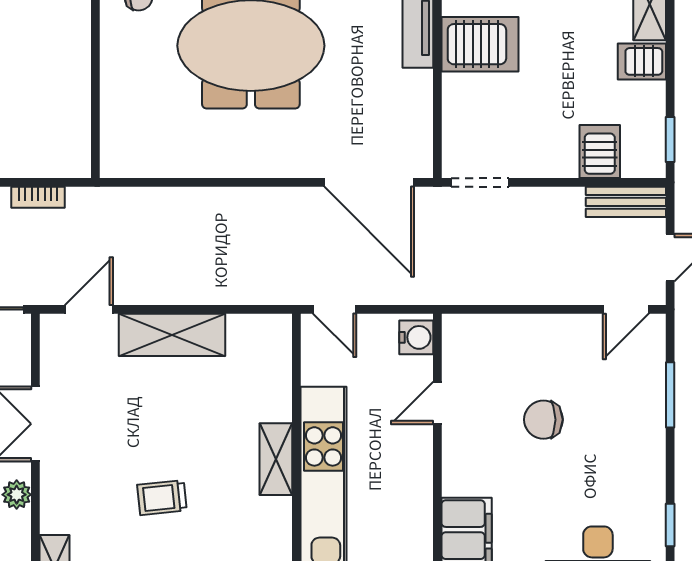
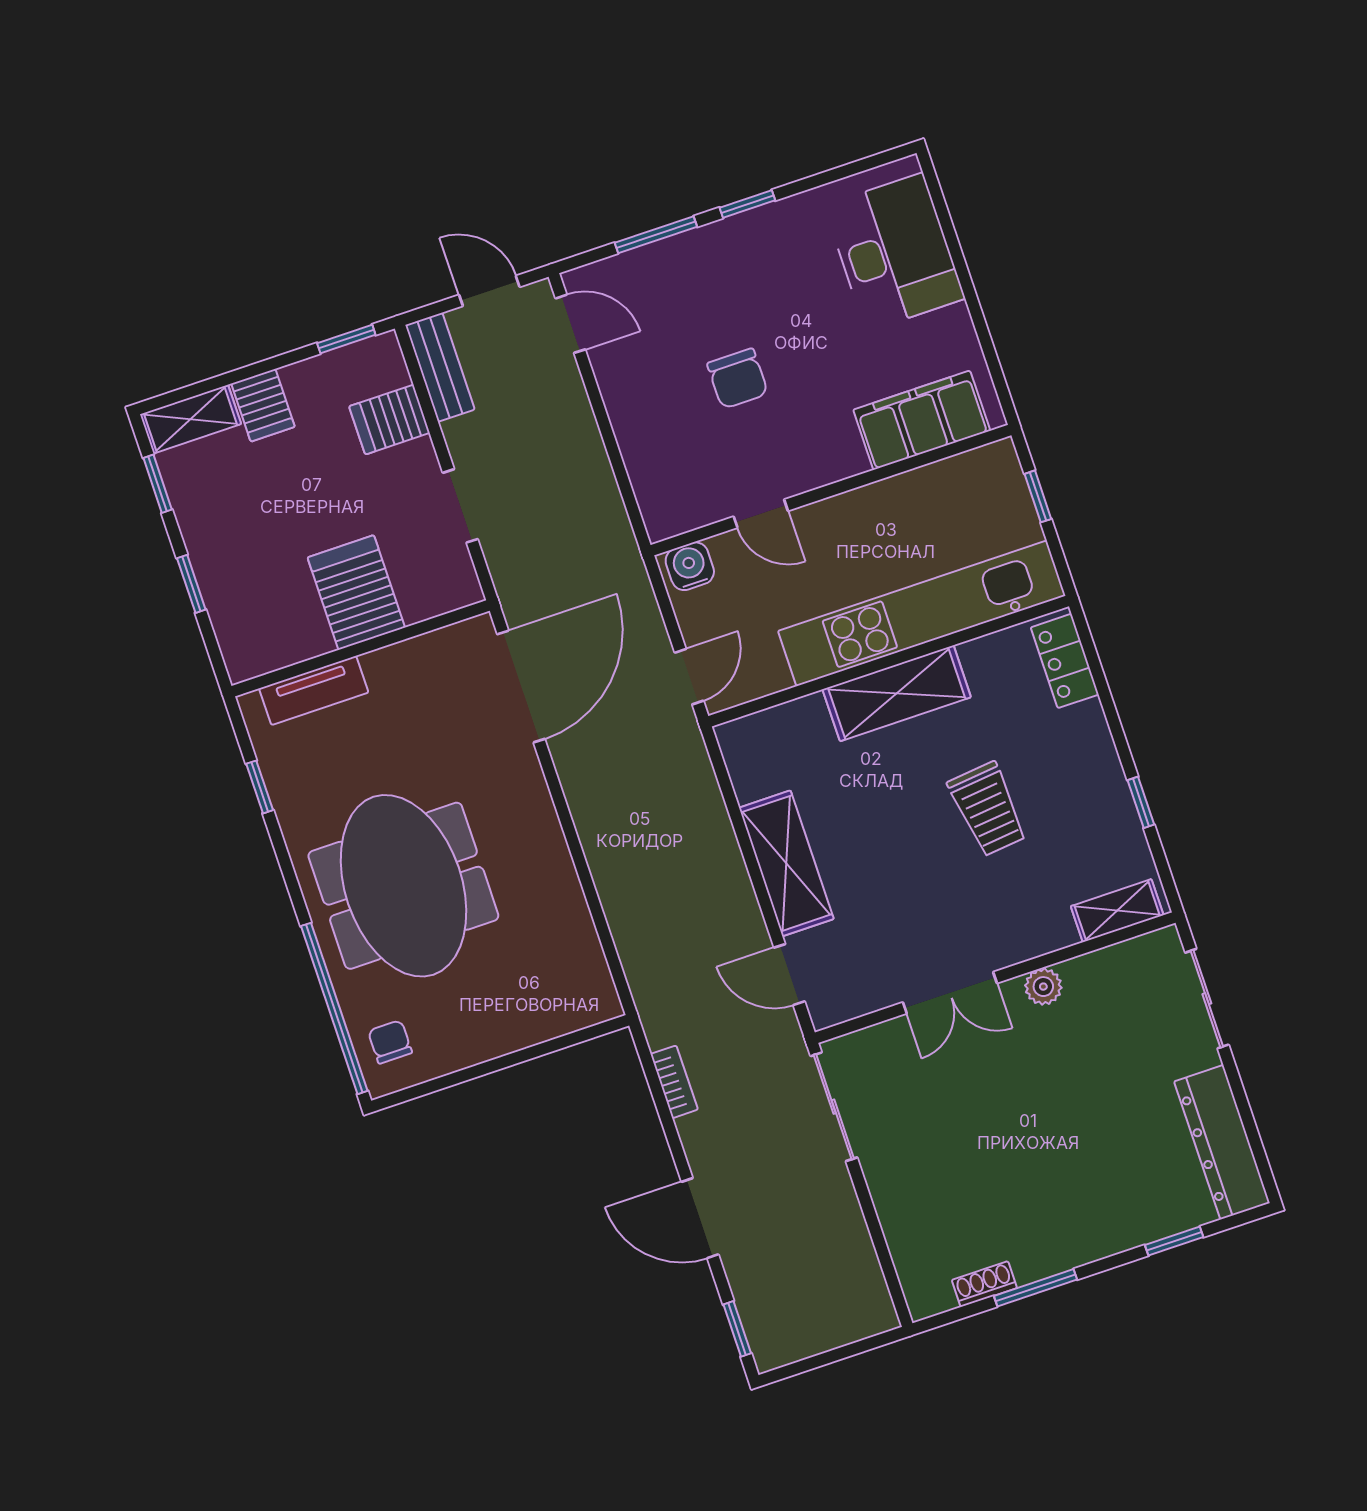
server rack: (480, 44) -> (356, 592), moved
doorway: (480, 182) -> (460, 506), moved
shelving: (276, 459) -> (897, 693), width x1.50, depth x1.33
trolley: (162, 498) -> (988, 809), width x1.36, depth x1.39
window: (670, 525) -> (747, 204), moved

